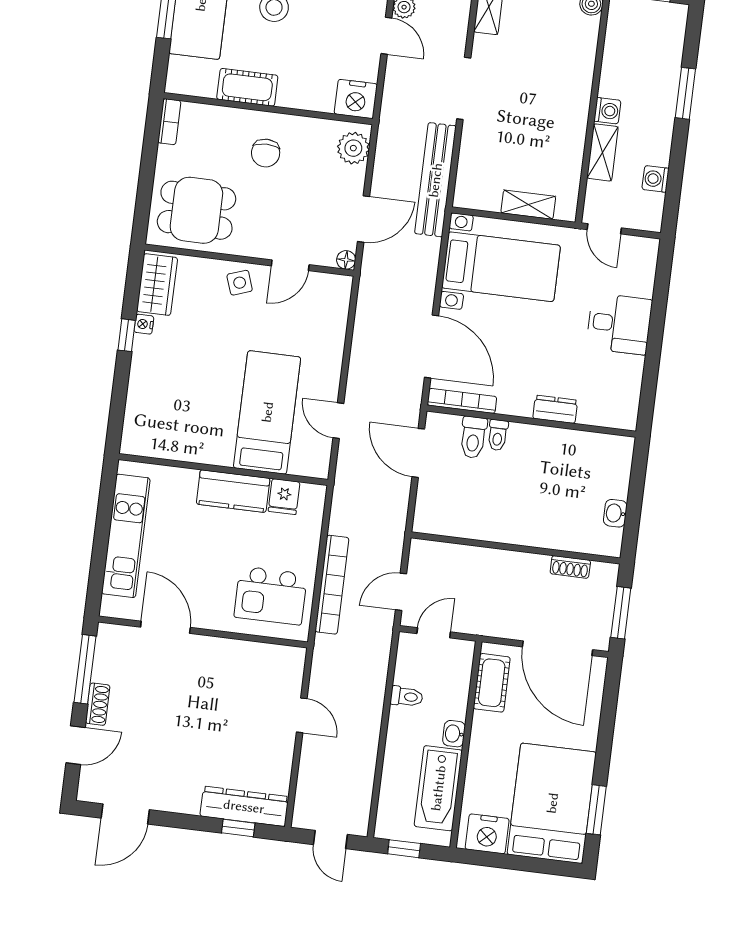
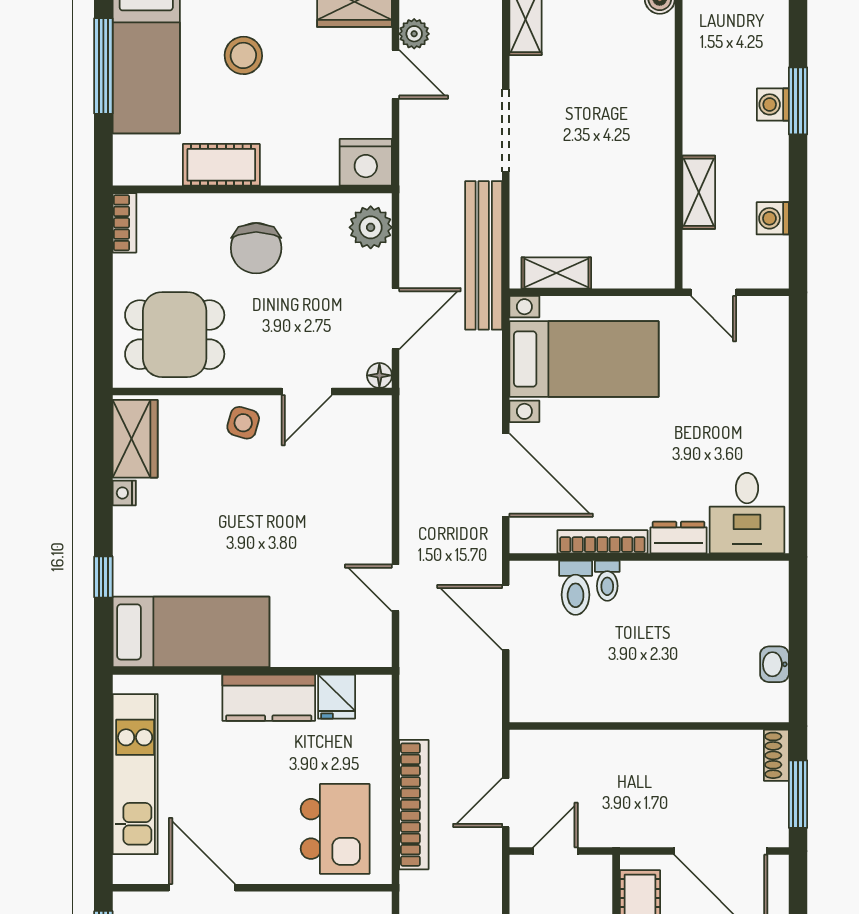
washing machine: (607, 111) -> (773, 104), moved, turned 180
chair: (266, 153) -> (256, 248), width x1.37, depth x1.37
shelving: (528, 205) -> (556, 273), moved
side table: (240, 283) -> (243, 423), turned 35
desk: (619, 324) -> (747, 513), moved, turned 90
window: (127, 335) -> (103, 577), moved
bookcase: (462, 401) -> (602, 542), moved
bed: (267, 412) -> (191, 632), moved, turned 90
shoe rack: (570, 567) -> (776, 755), moved, turned 90
kitchen island: (271, 596) -> (335, 829), turned -90

